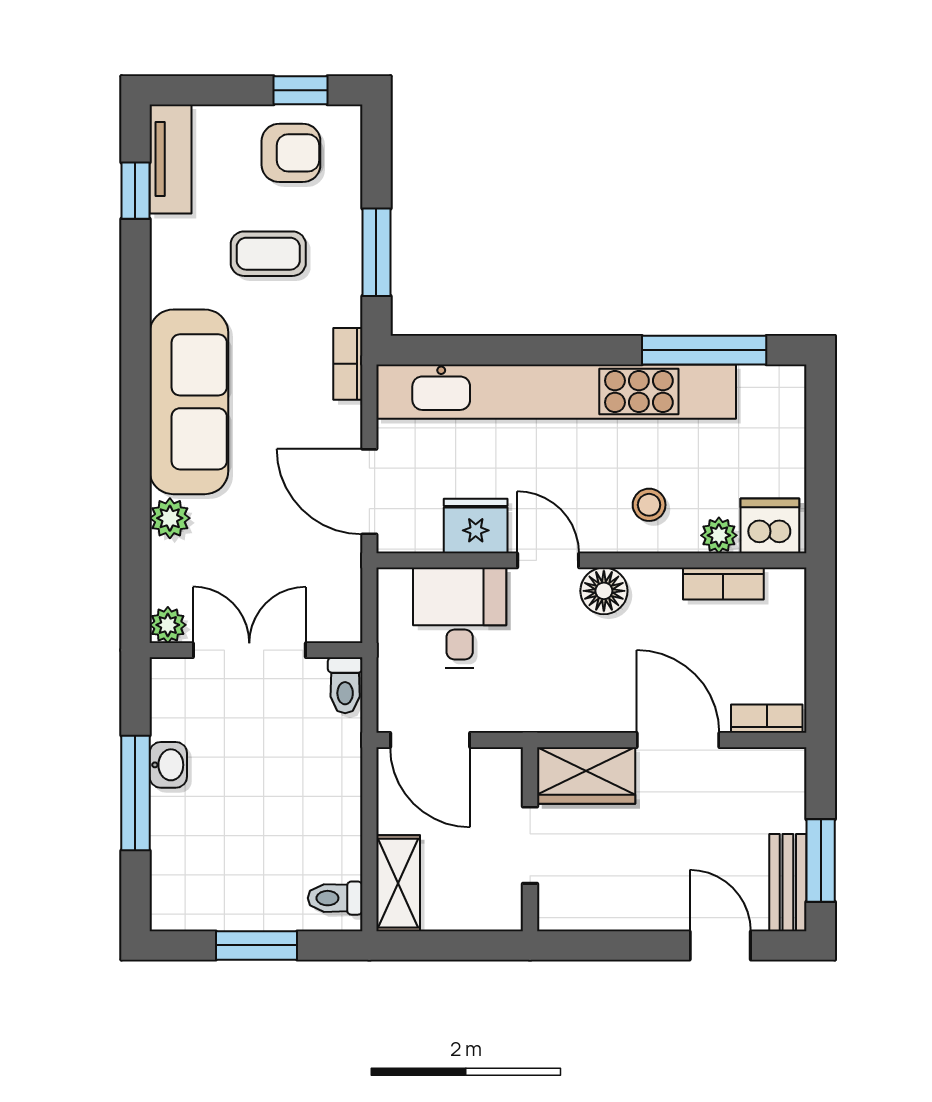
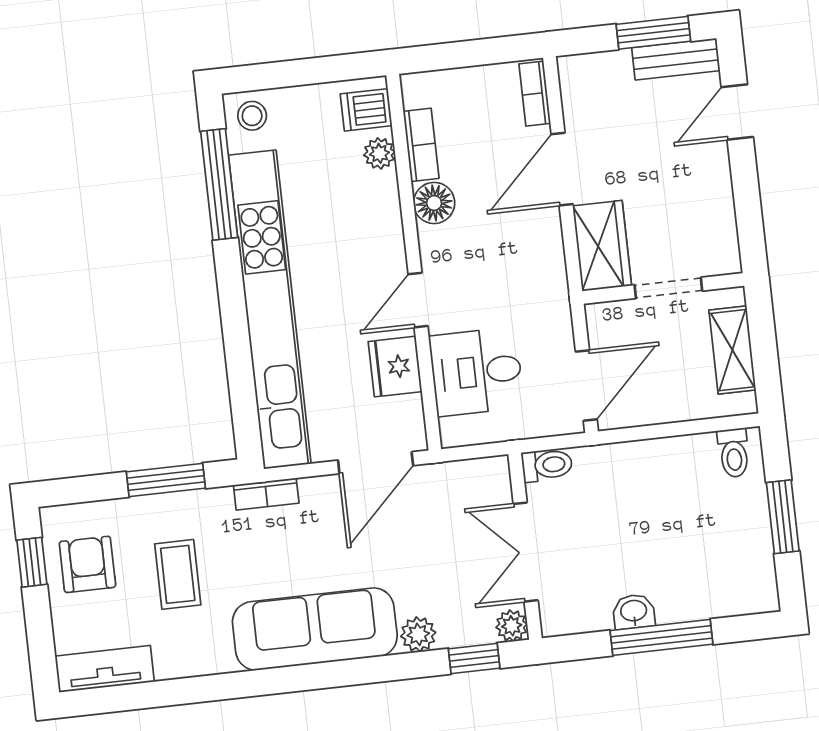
window: (135, 191) -> (474, 658), moved
stool: (649, 505) -> (252, 116), moved
dishwasher: (770, 526) -> (366, 110), width x0.73
floor lamp: (604, 591) -> (434, 203), moved
shelving: (398, 883) -> (732, 350), moved, turned 90

